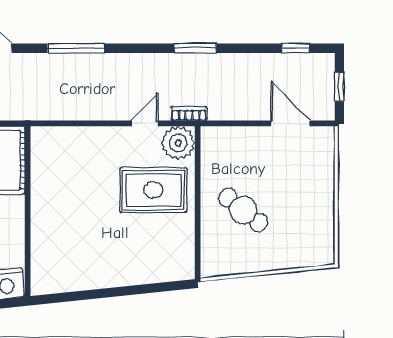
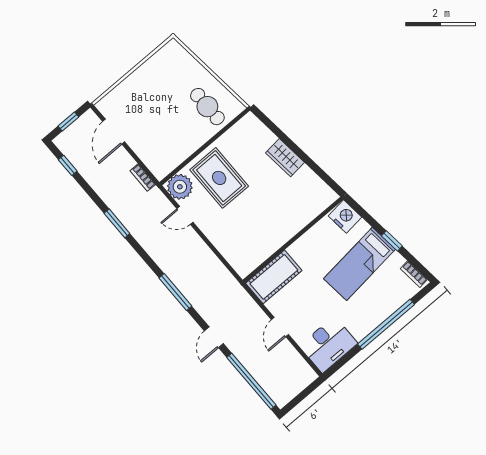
bookcase: (189, 113) -> (143, 178), moved
cafe table: (243, 210) -> (207, 107), moved, turned -39
wardrobe: (117, 274) -> (285, 158), added

